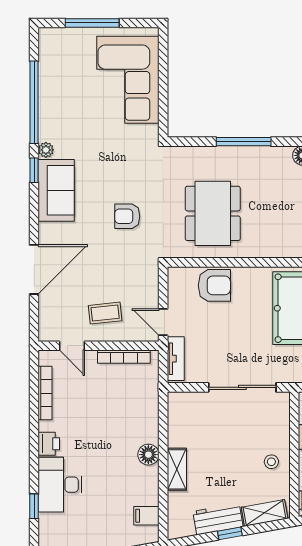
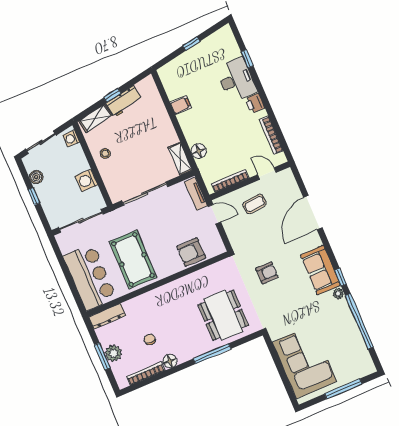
dining table: (213, 213) -> (223, 315), moved
floor lamp: (148, 455) -> (199, 151), moved
shelving: (177, 469) -> (180, 159), moved
filing cabinet: (146, 516) -> (181, 105), moved

